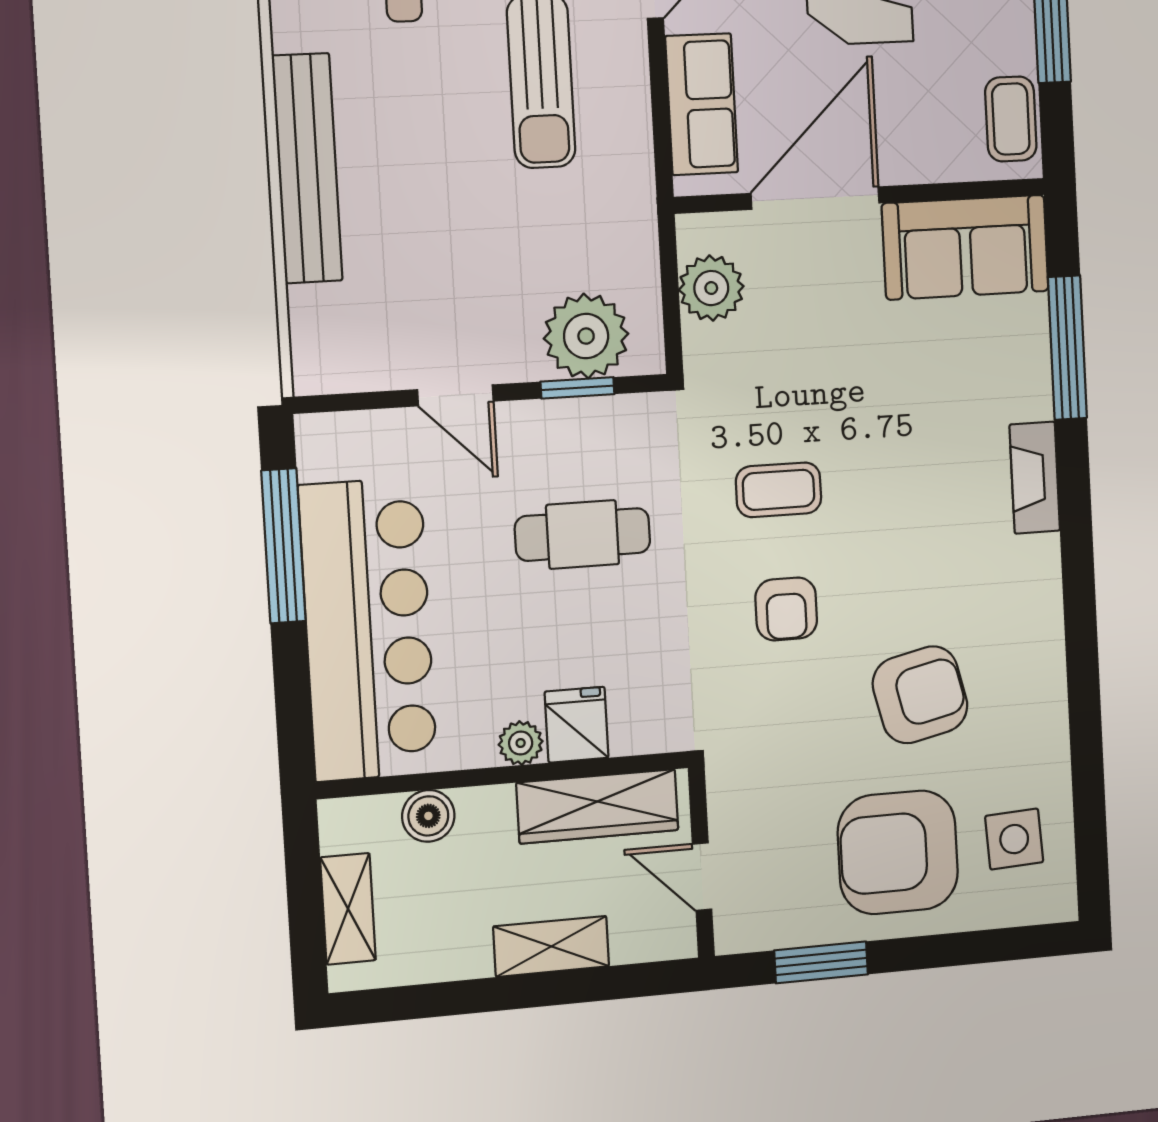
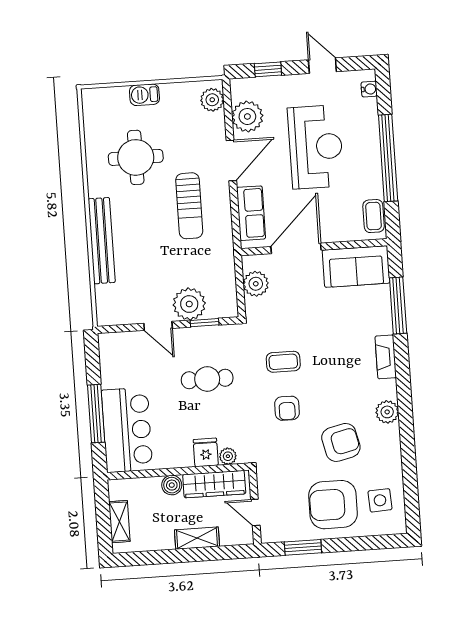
plant: (586, 336) -> (189, 304), moved
window: (283, 546) -> (96, 414), moved
plant: (1036, 617) -> (387, 412), added
bar counter: (368, 629) -> (127, 430), width x0.73
plant: (521, 743) -> (228, 456), moved
boiler: (428, 816) -> (172, 485), moved

